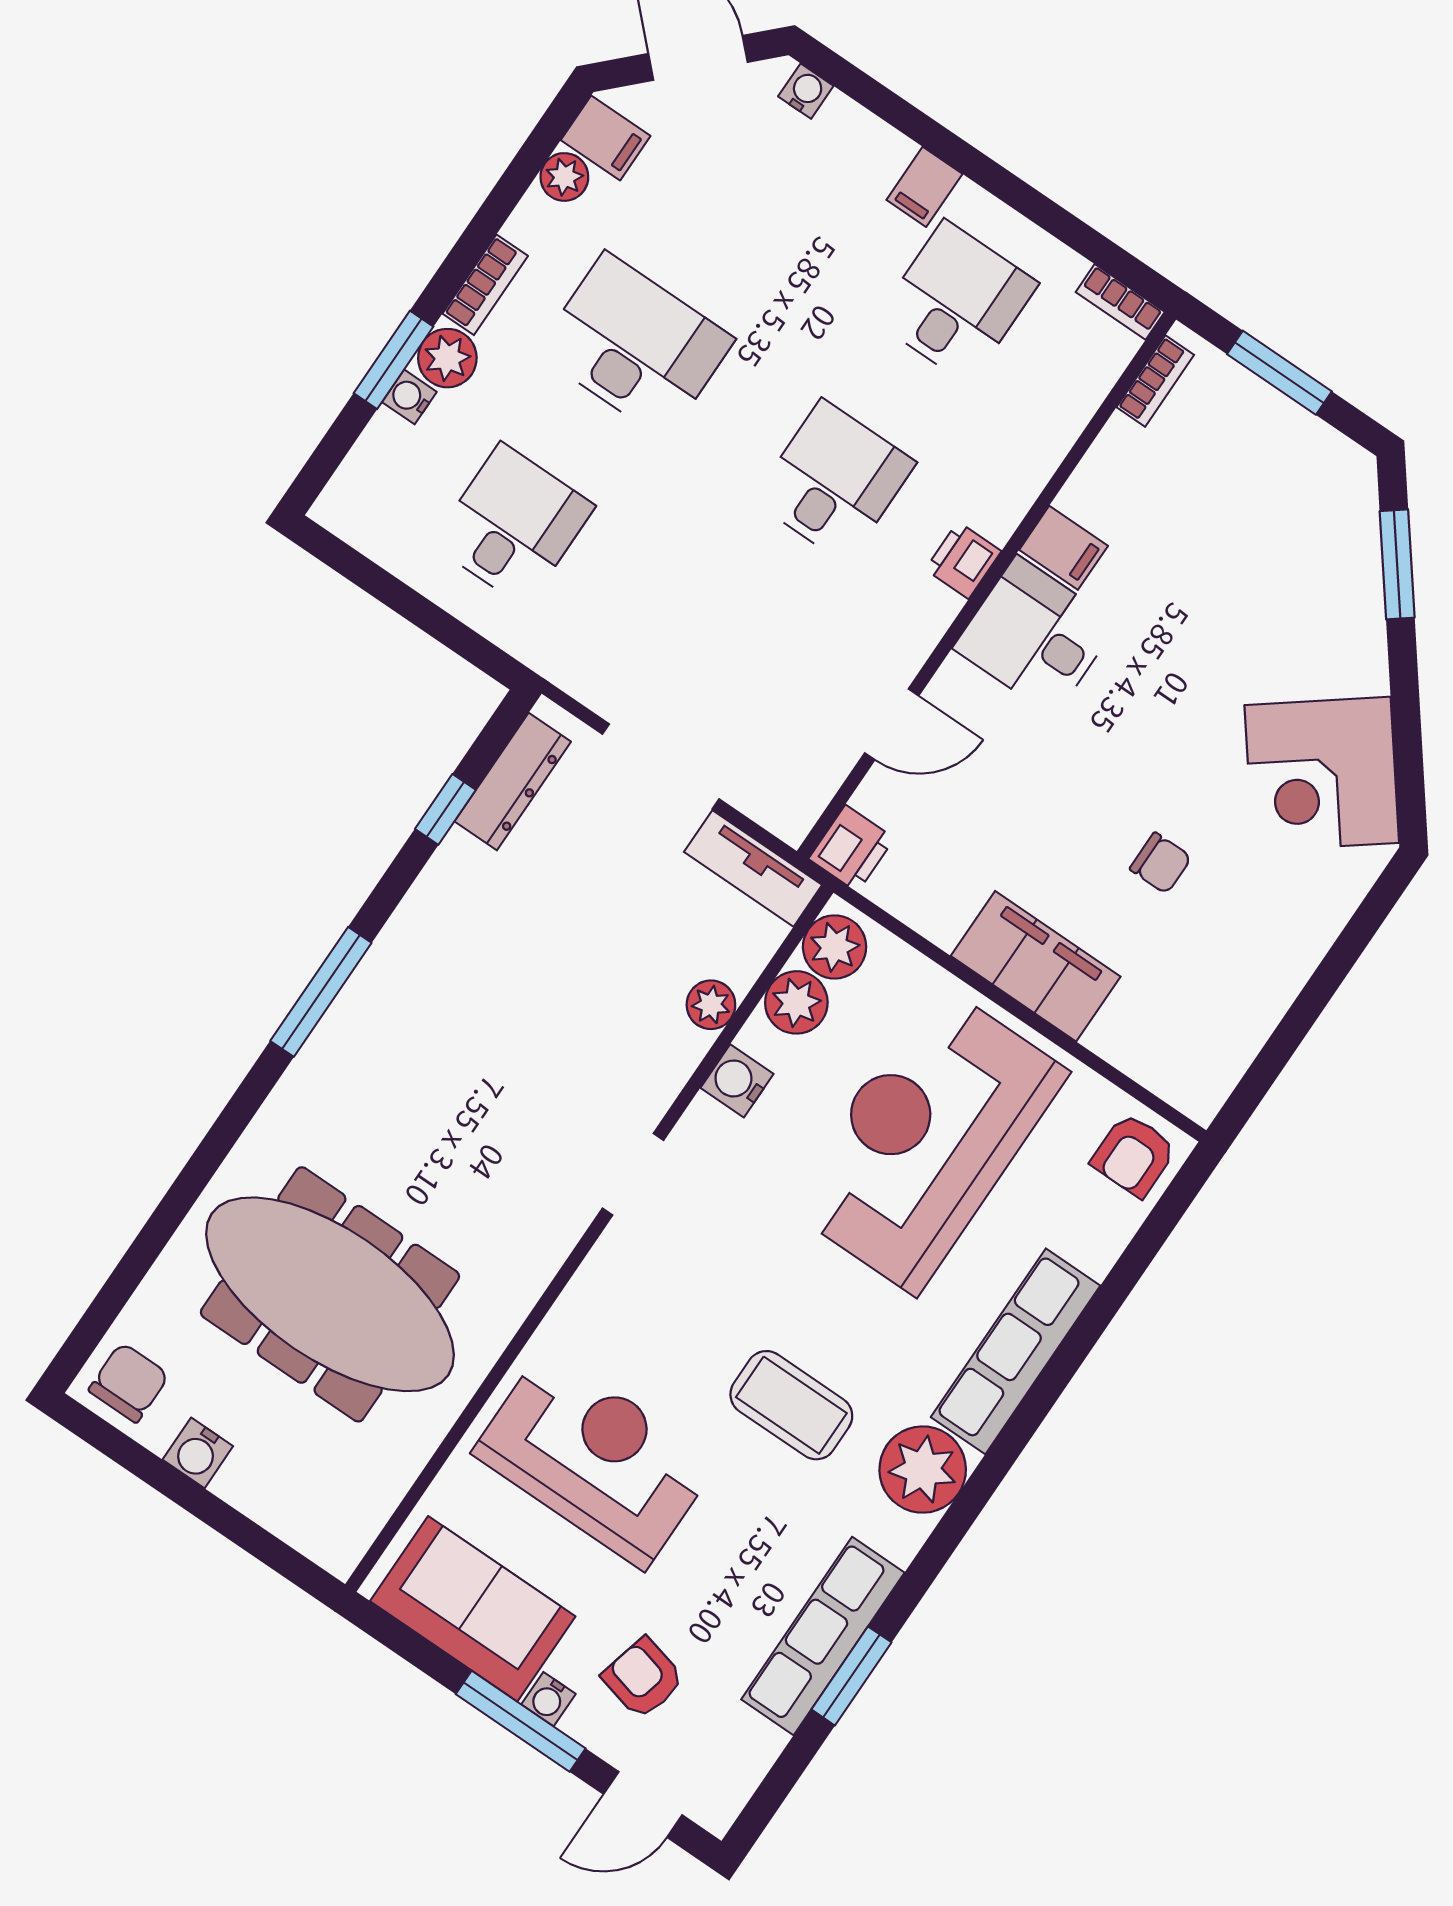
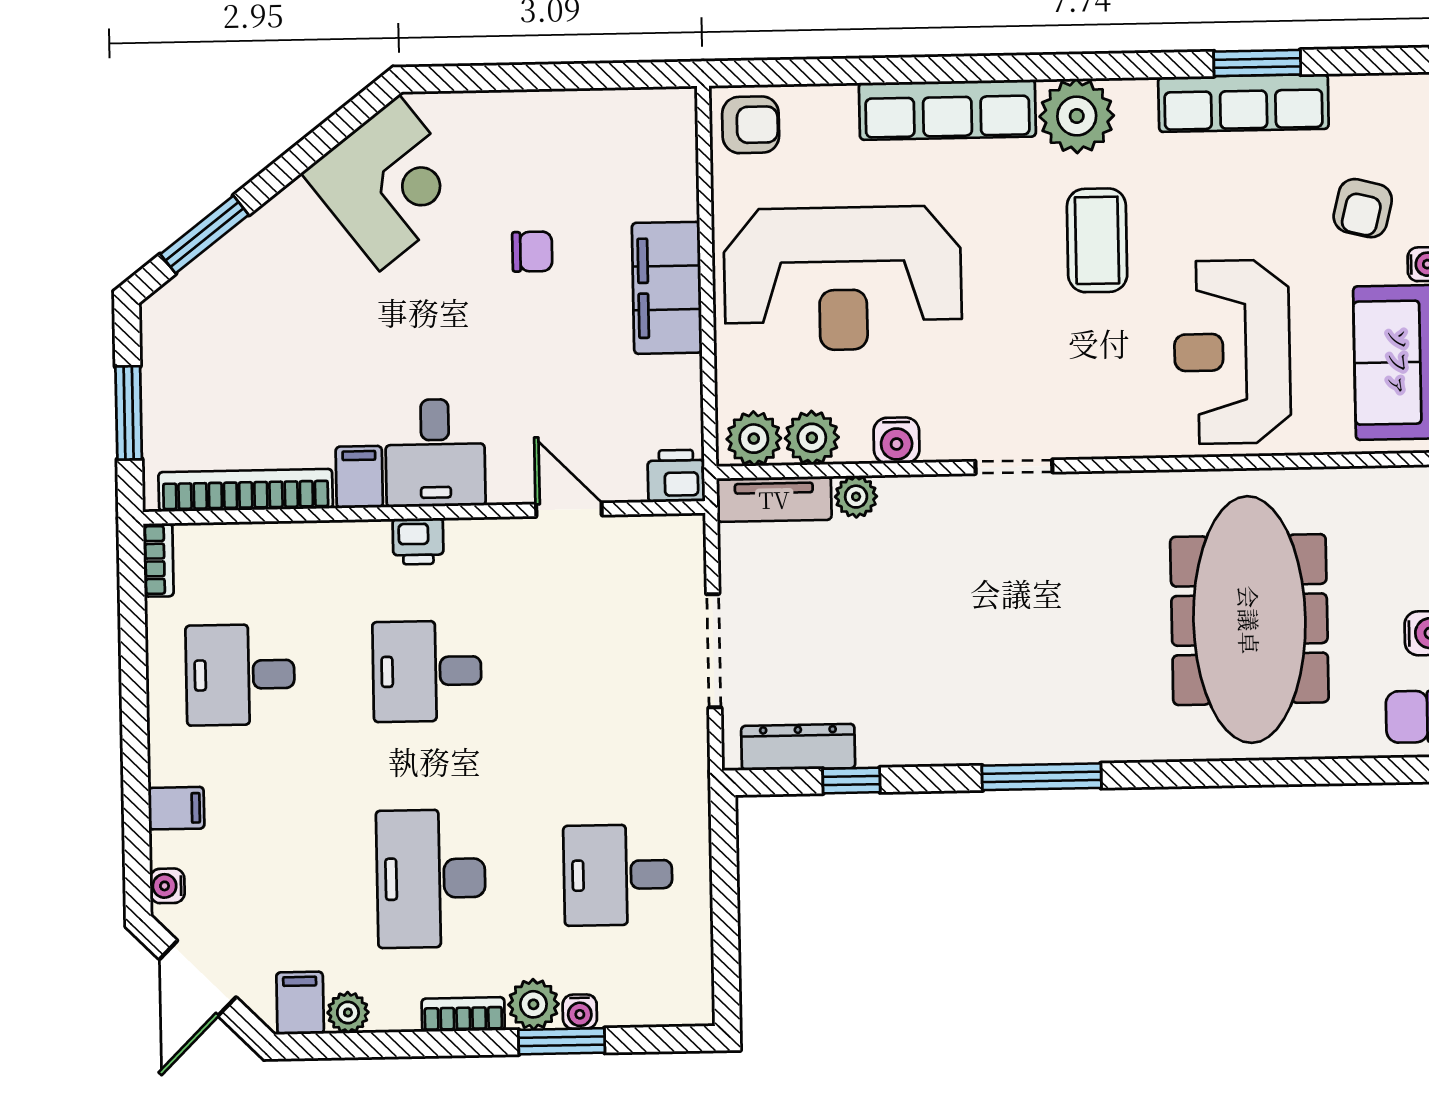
filing cabinet: (924, 187) -> (176, 808), moved
bookcase: (1155, 381) -> (246, 490), width x2.31, depth x1.31
chair: (1161, 863) -> (532, 252), turned 90
tv unit: (753, 868) -> (774, 499), moved, turned 90

